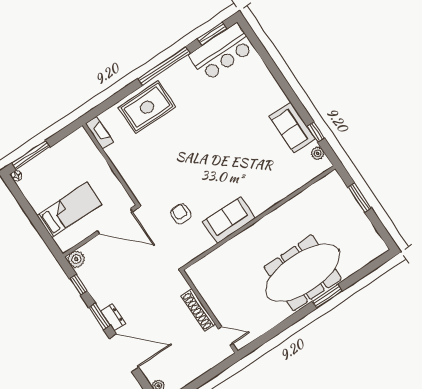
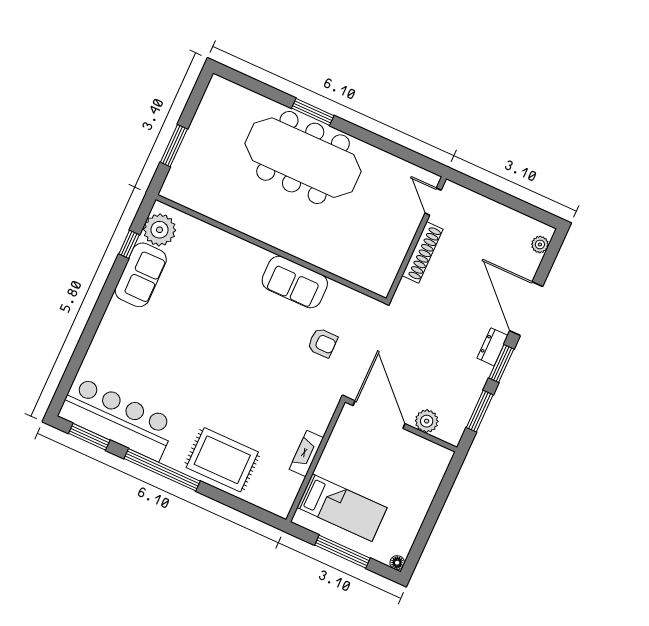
bar counter: (222, 52) -> (117, 419), width x1.36
fireplace: (99, 133) -> (306, 454), moved
plant: (318, 153) -> (160, 230), width x1.87, depth x1.87
window: (31, 155) -> (342, 552), moved
bed: (69, 210) -> (342, 508), moved, turned 180
armchair: (181, 214) -> (323, 343), turned -90
plant: (76, 259) -> (427, 421), moved
window: (78, 285) -> (480, 411), width x1.50

